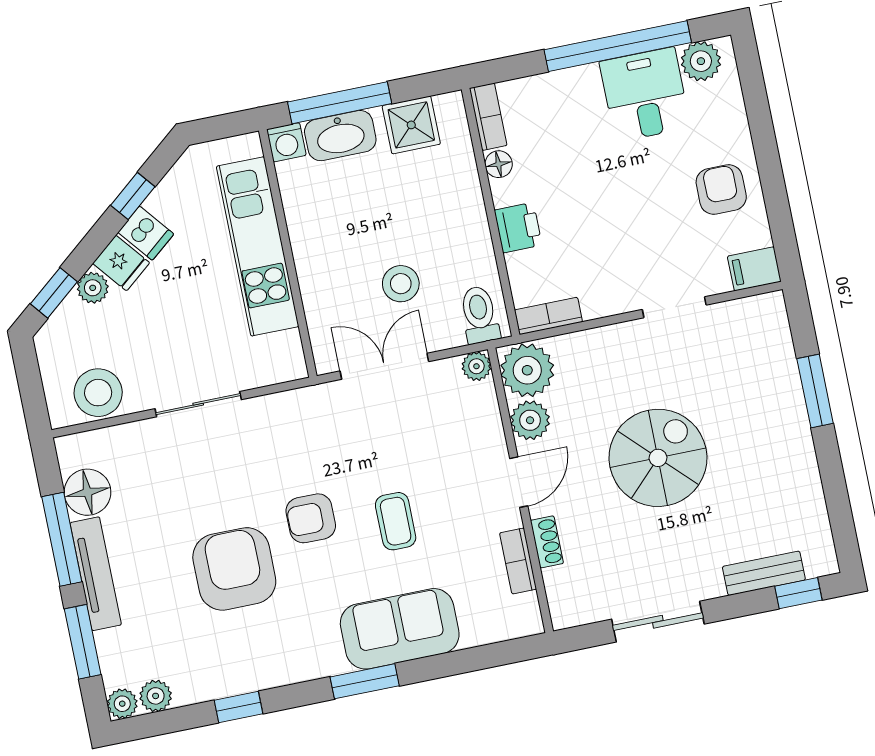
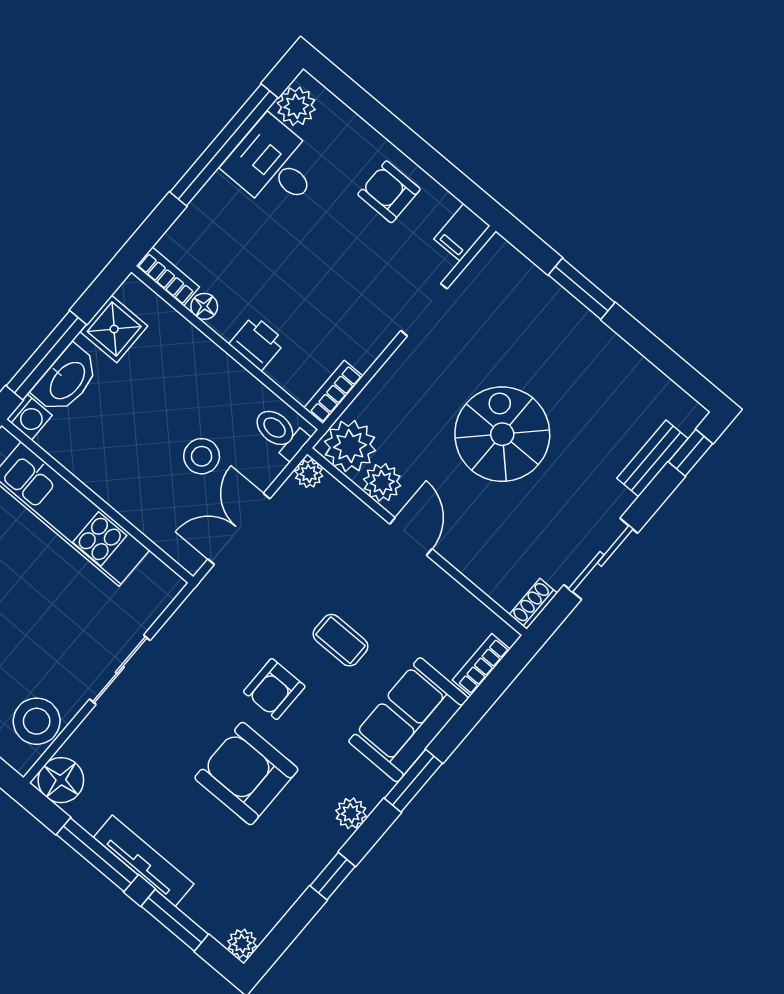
floor lamp: (88, 492) -> (61, 780), moved
shoe rack: (547, 542) -> (533, 604), moved, turned -90
bookcase: (518, 561) -> (481, 665), moved, turned 90
plant: (156, 696) -> (351, 813), moved

